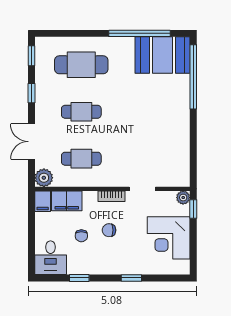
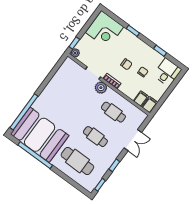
booth: (162, 55) -> (40, 135), width x1.36, depth x1.42
plant: (44, 178) -> (101, 88), moved
filing cabinet: (67, 201) -> (141, 99), width x0.50
corner desk: (169, 238) -> (105, 30), moved, turned 90

